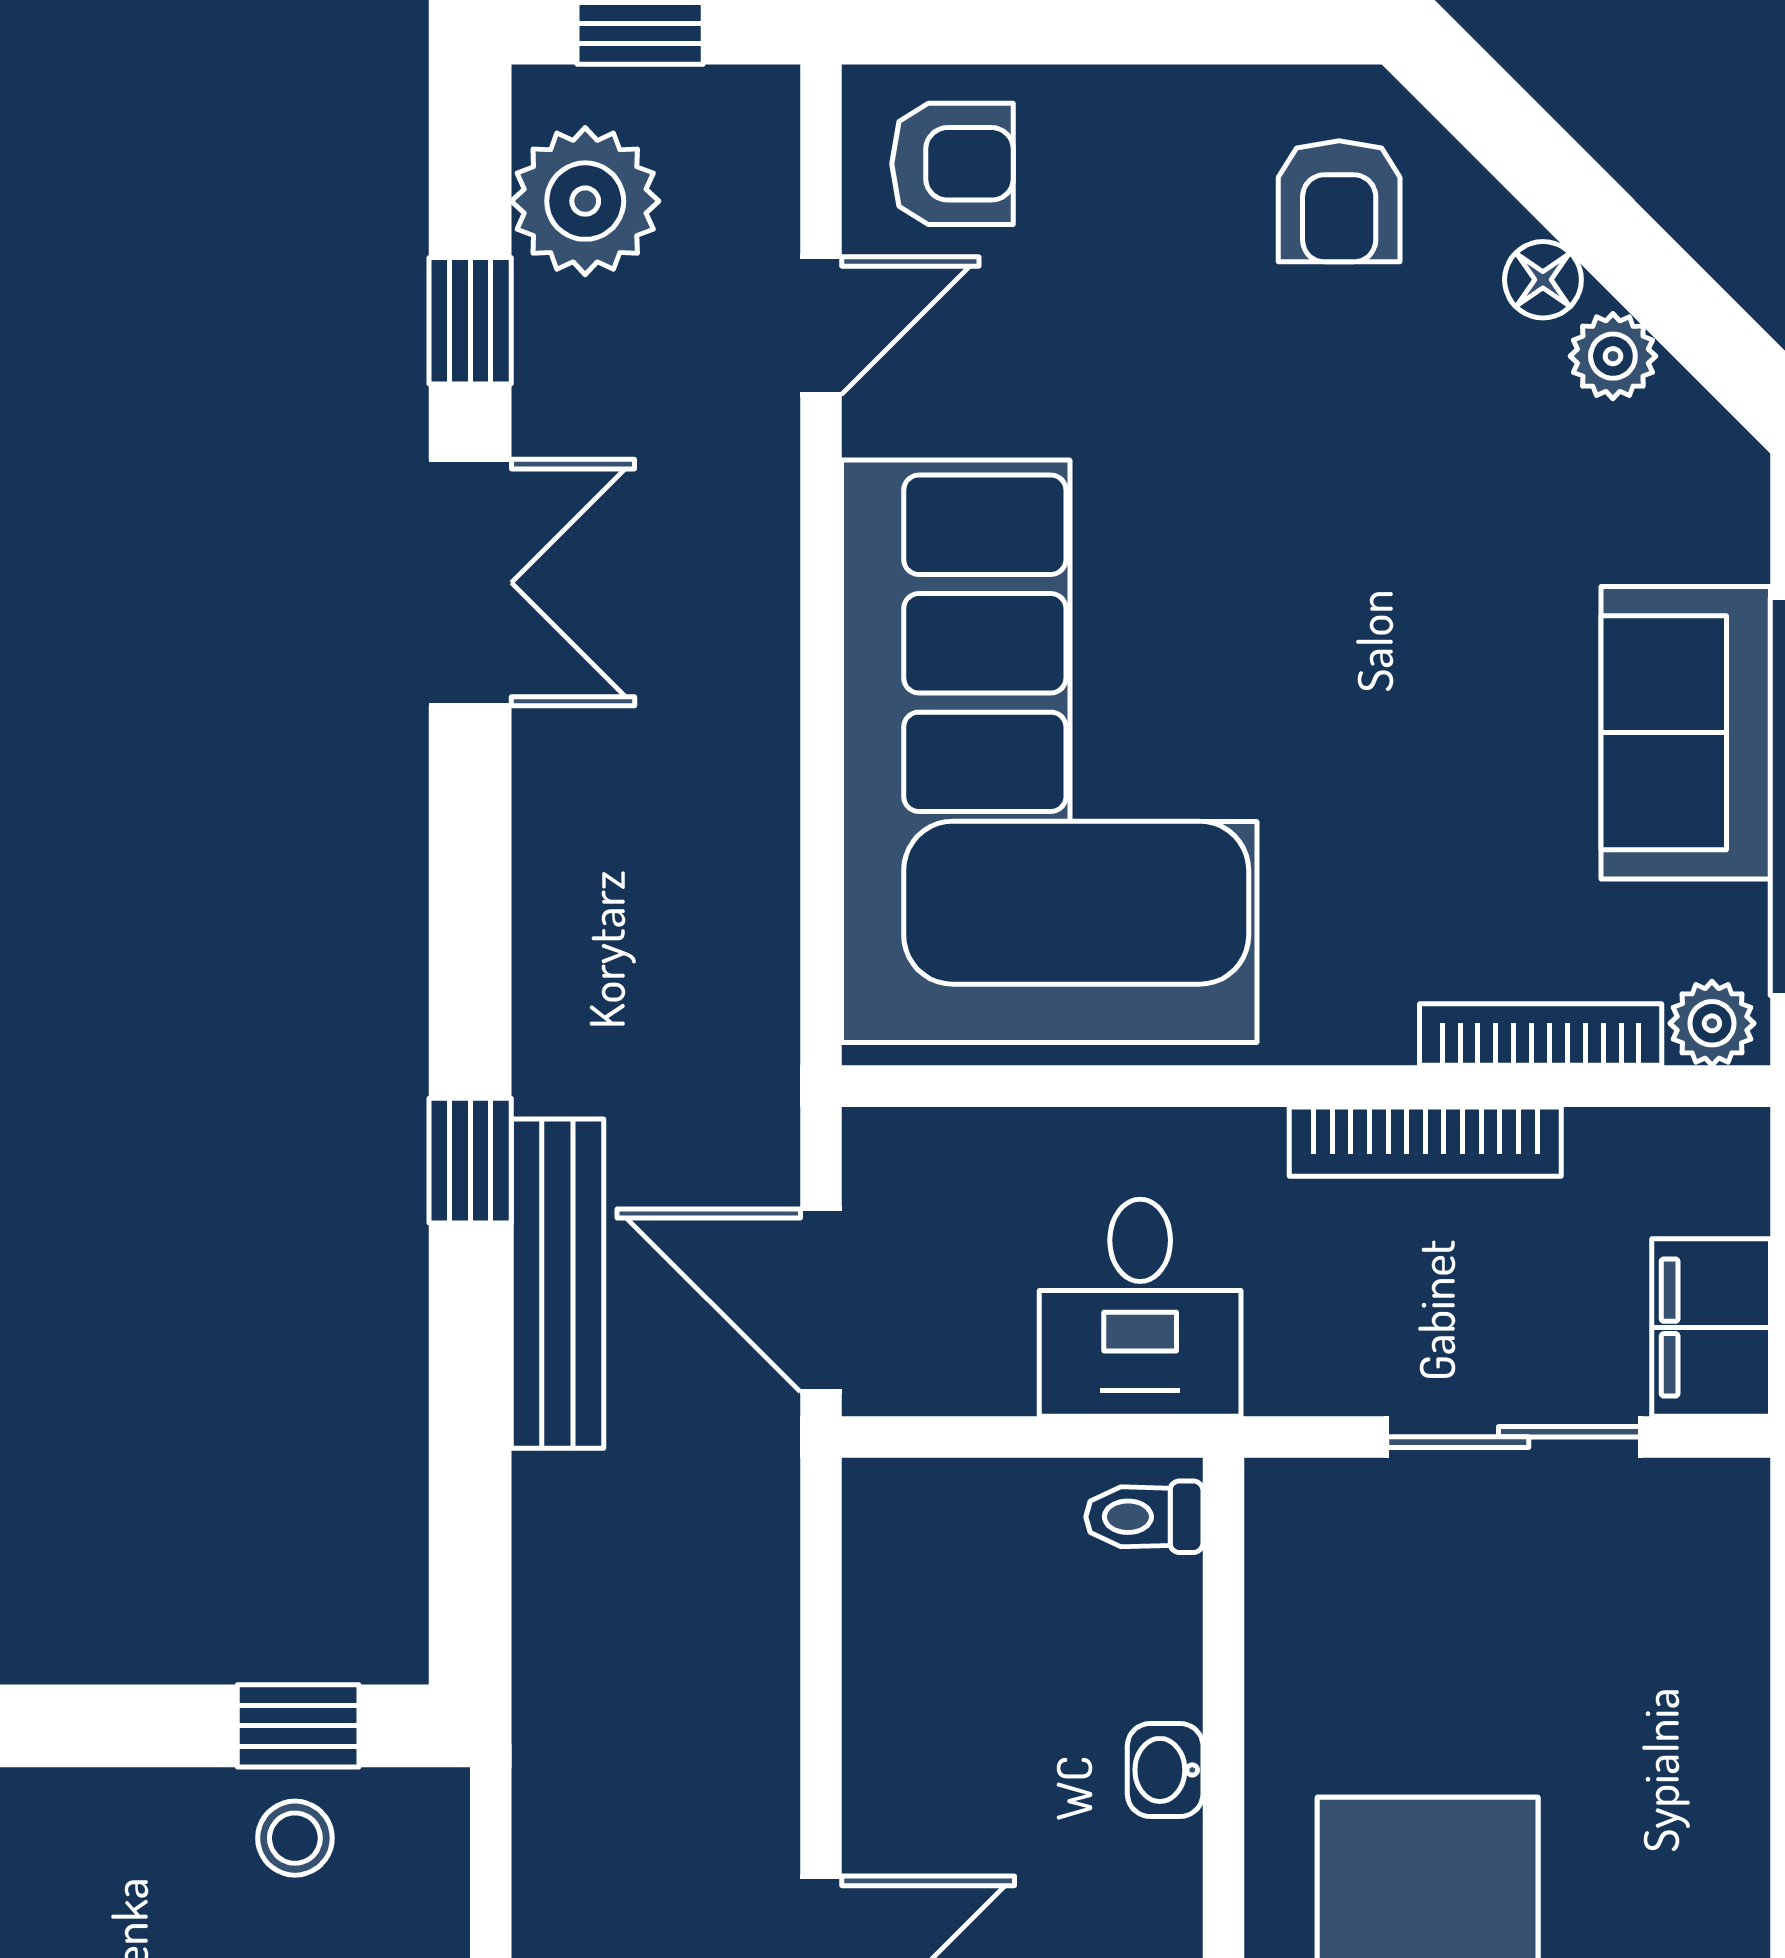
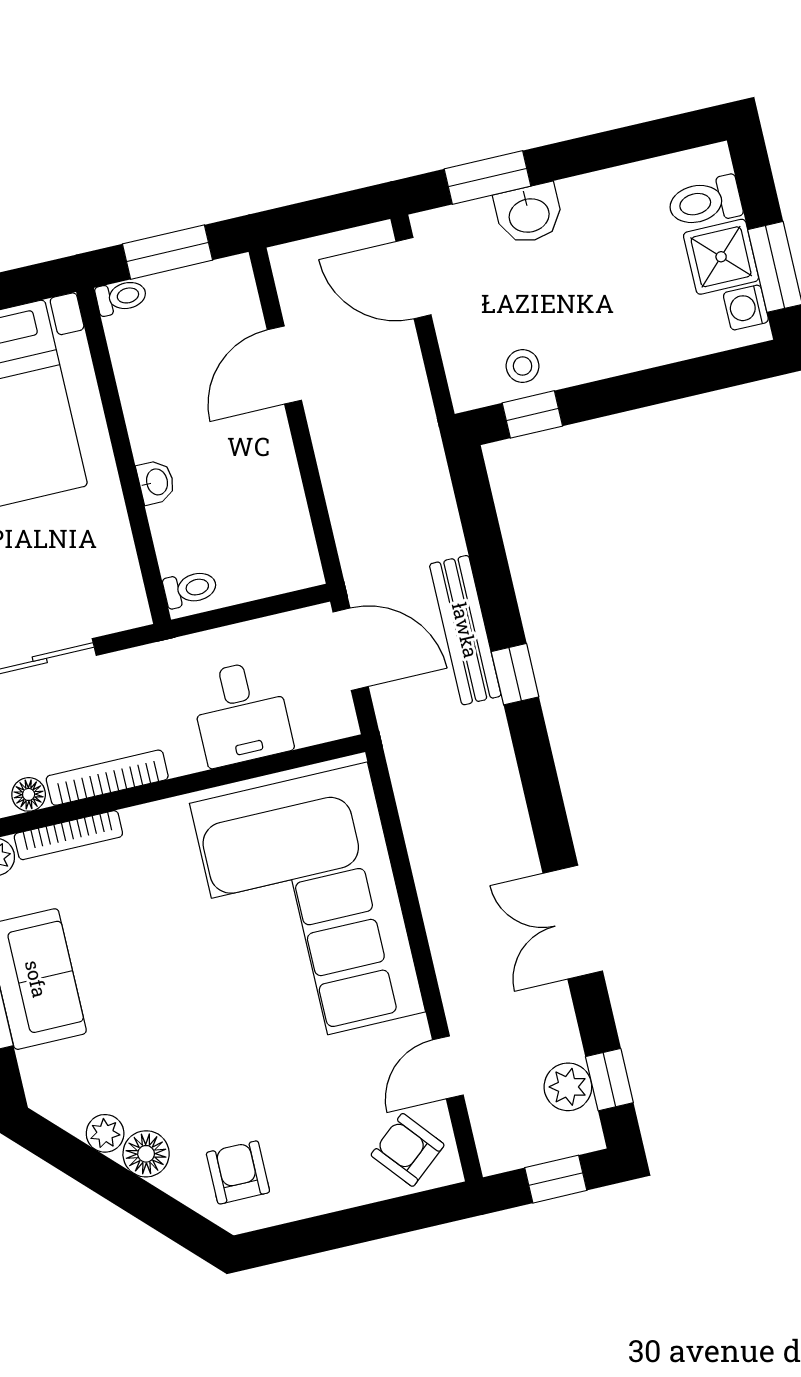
armchair: (953, 164) -> (408, 1150), turned 50
plant: (585, 201) -> (568, 1087), width x0.73, depth x0.73
floor lamp: (1543, 280) -> (146, 1154), width x1.37, depth x1.37
window: (470, 321) -> (609, 1080), moved
floor lamp: (1608, 1145) -> (29, 794), added
desk: (1140, 1308) -> (241, 713), moved, turned 180

